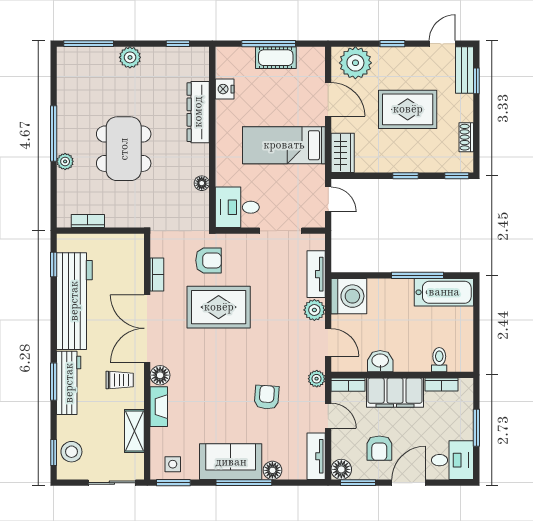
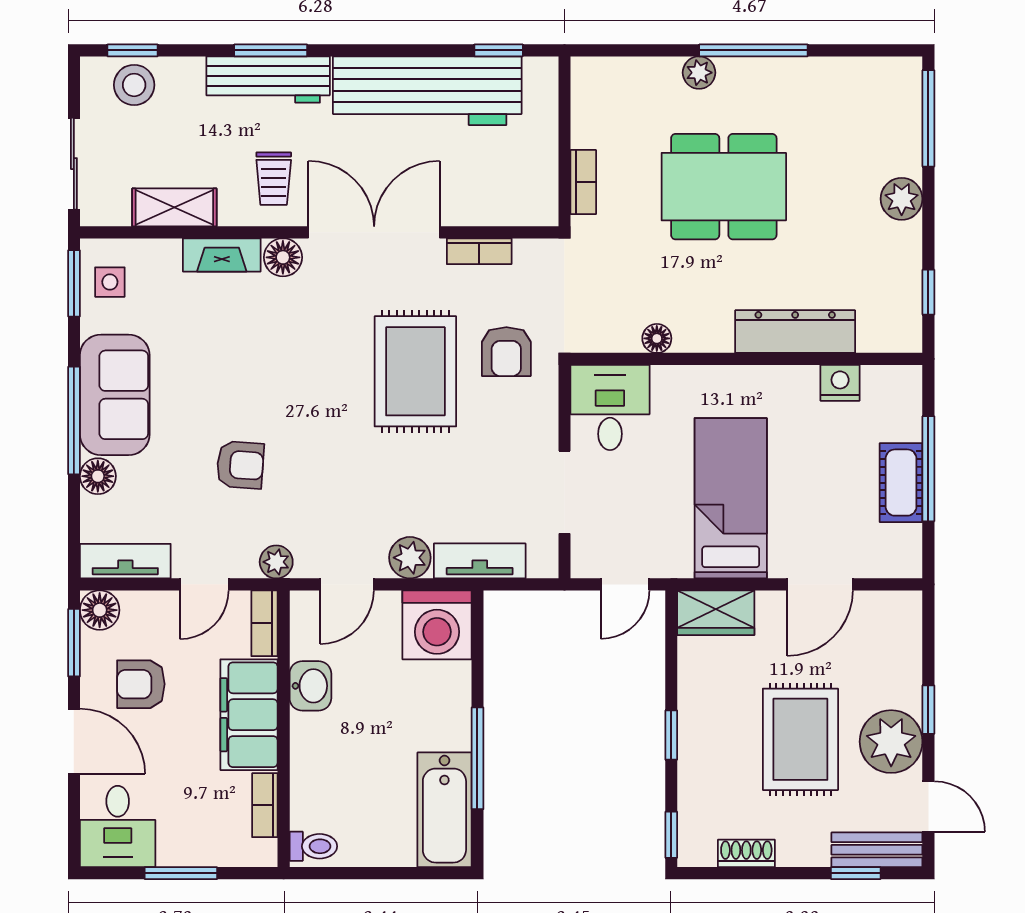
plant: (355, 63) -> (891, 742), moved
bookcase: (88, 221) -> (583, 182), moved
toilet: (439, 360) -> (313, 846), moved

